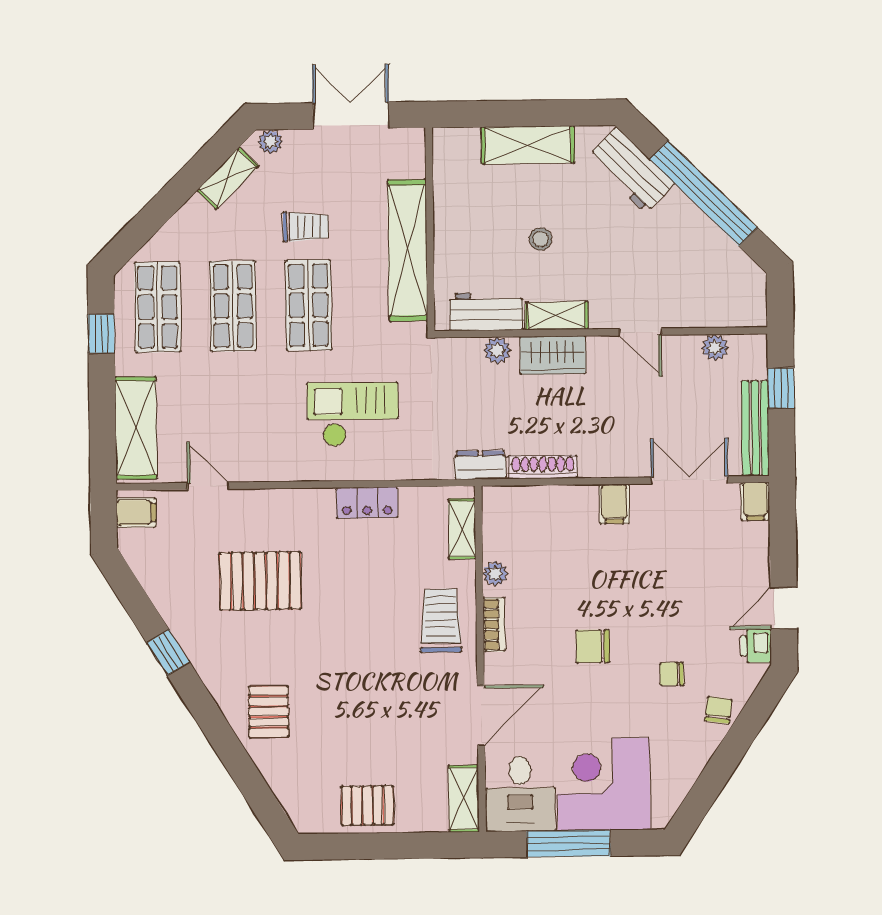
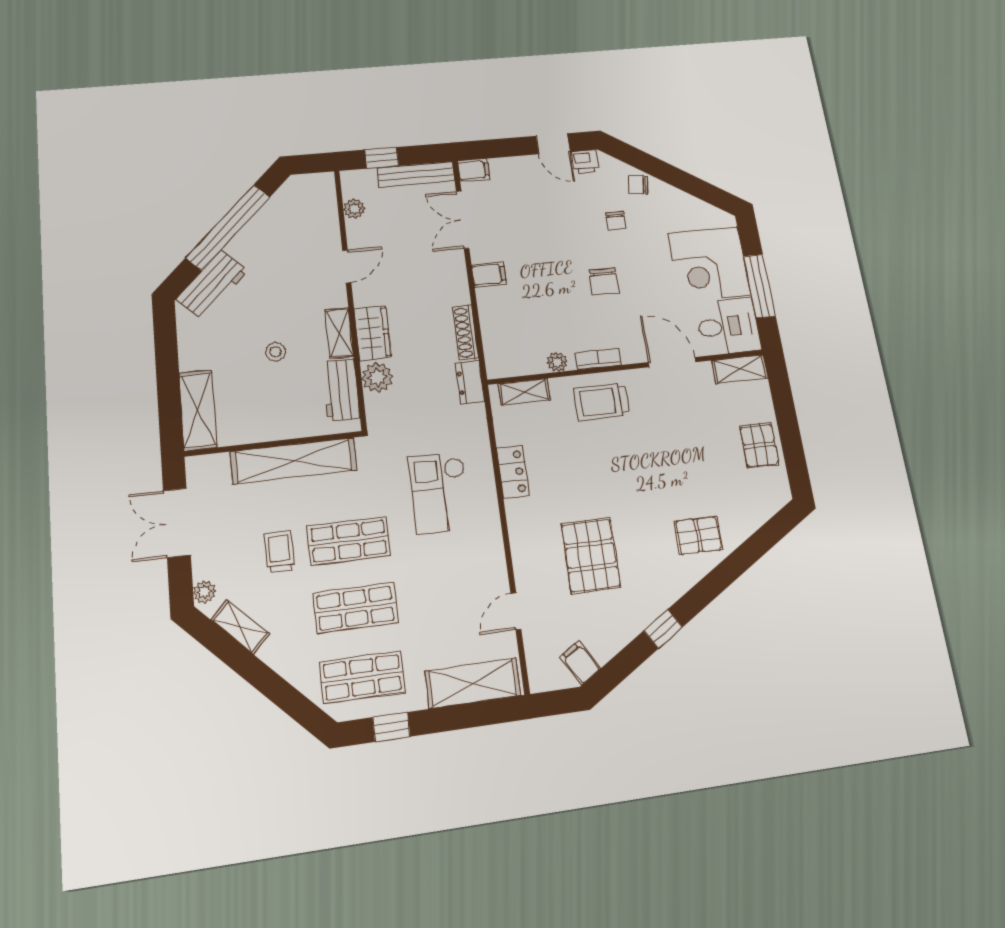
shelving: (528, 145) -> (198, 410), moved
plant: (497, 350) -> (377, 377), width x1.38, depth x1.38
filing cabinet: (136, 513) -> (580, 663), moved, turned -32

